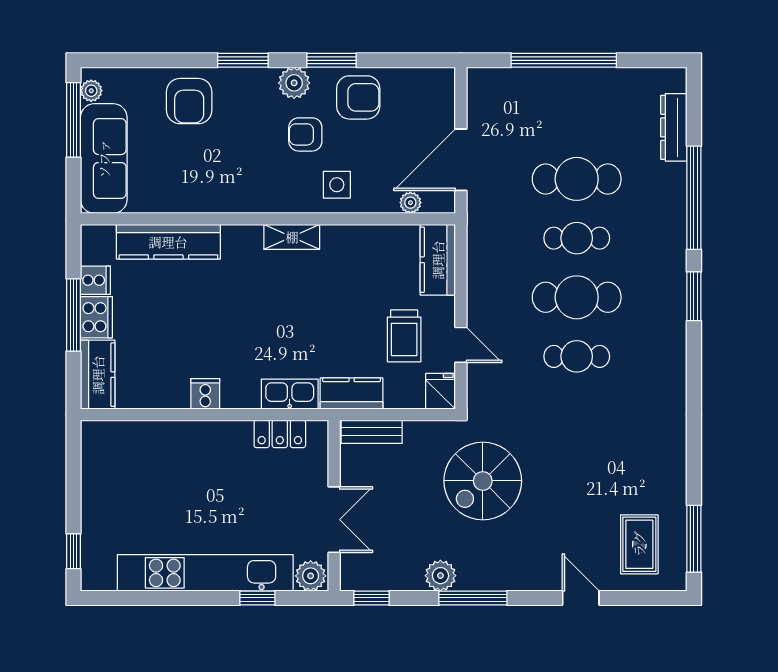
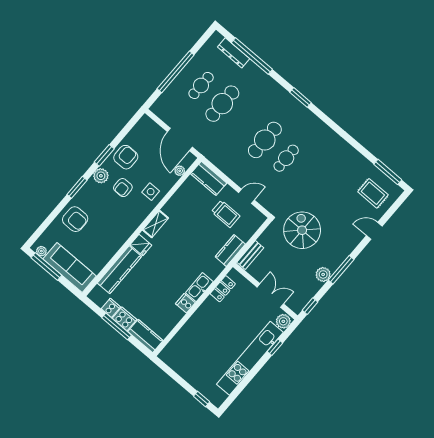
window: (694, 198) -> (252, 56), moved
cafe table: (577, 238) -> (201, 85), moved
fridge: (440, 391) -> (141, 245), moved, turned 180
kitchen sink: (290, 394) -> (199, 287), moved
spiral stairs: (483, 481) -> (302, 230), turned 180

